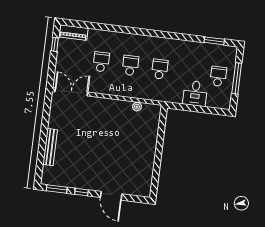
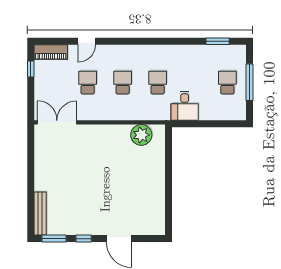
door: (105, 27) -> (87, 41), added
desk: (195, 93) -> (185, 106), moved
plant: (137, 107) -> (141, 135), width x1.88, depth x1.88
bench: (50, 147) -> (40, 214), moved

